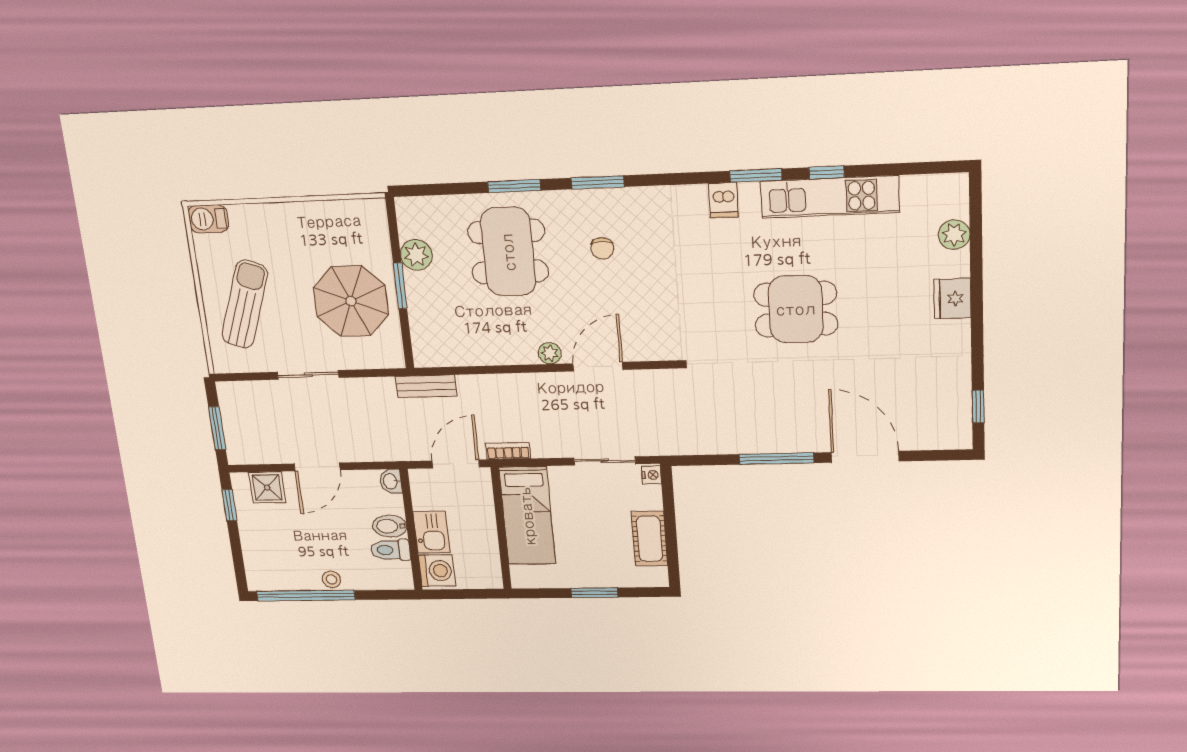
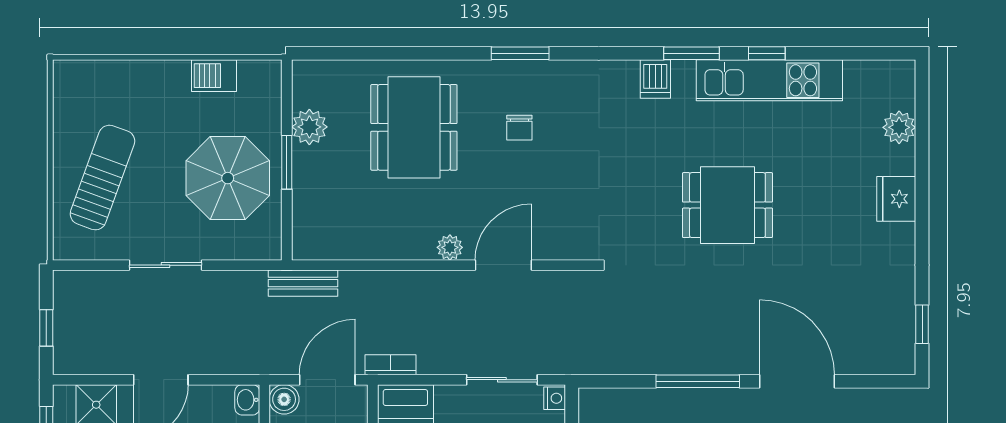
window: (514, 186) -> (428, 53), removed
barbecue: (208, 219) -> (214, 76), moved
window: (217, 428) -> (46, 328), width x0.67
boiler: (421, 480) -> (284, 399), added

